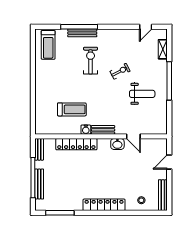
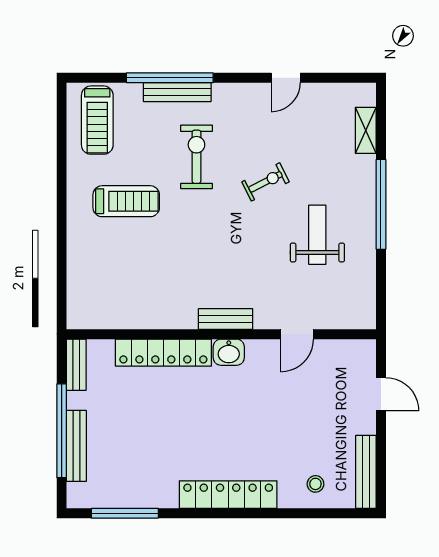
door: (146, 27) -> (286, 78), moved
weight bench: (142, 94) -> (317, 235), turned -90
treadmill: (72, 109) -> (126, 201), moved
water cooler: (86, 130) -> (185, 318), removed
door: (133, 136) -> (297, 334), hinge flipped
washbasin: (117, 144) -> (229, 352), moved
door: (169, 162) -> (381, 394), swing flipped

